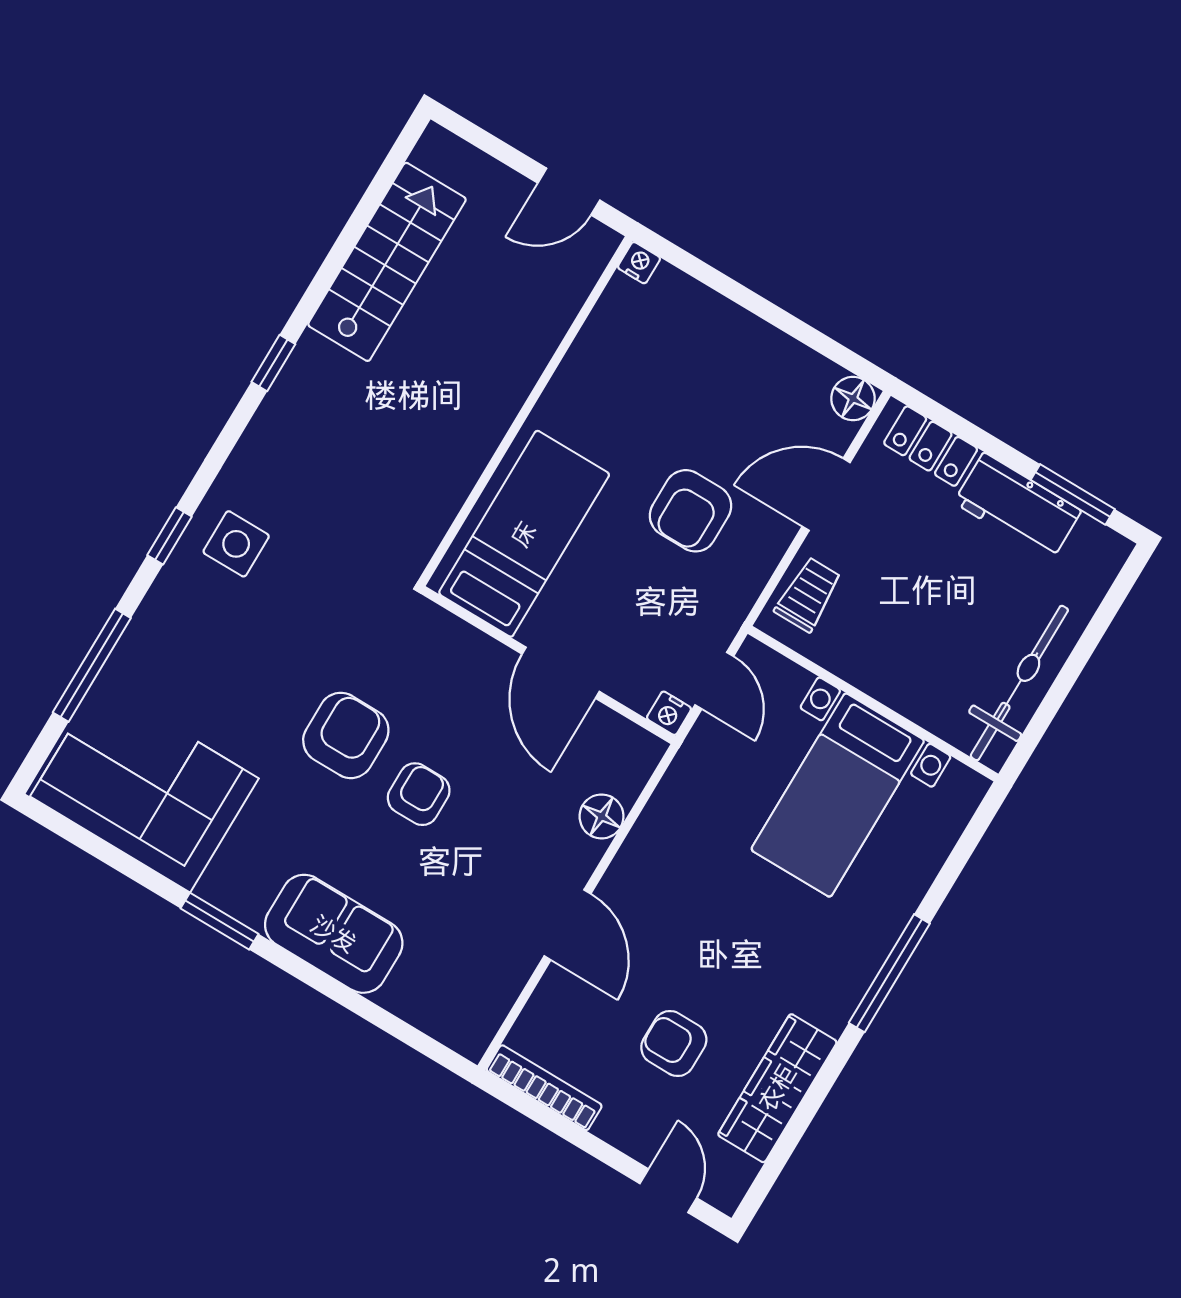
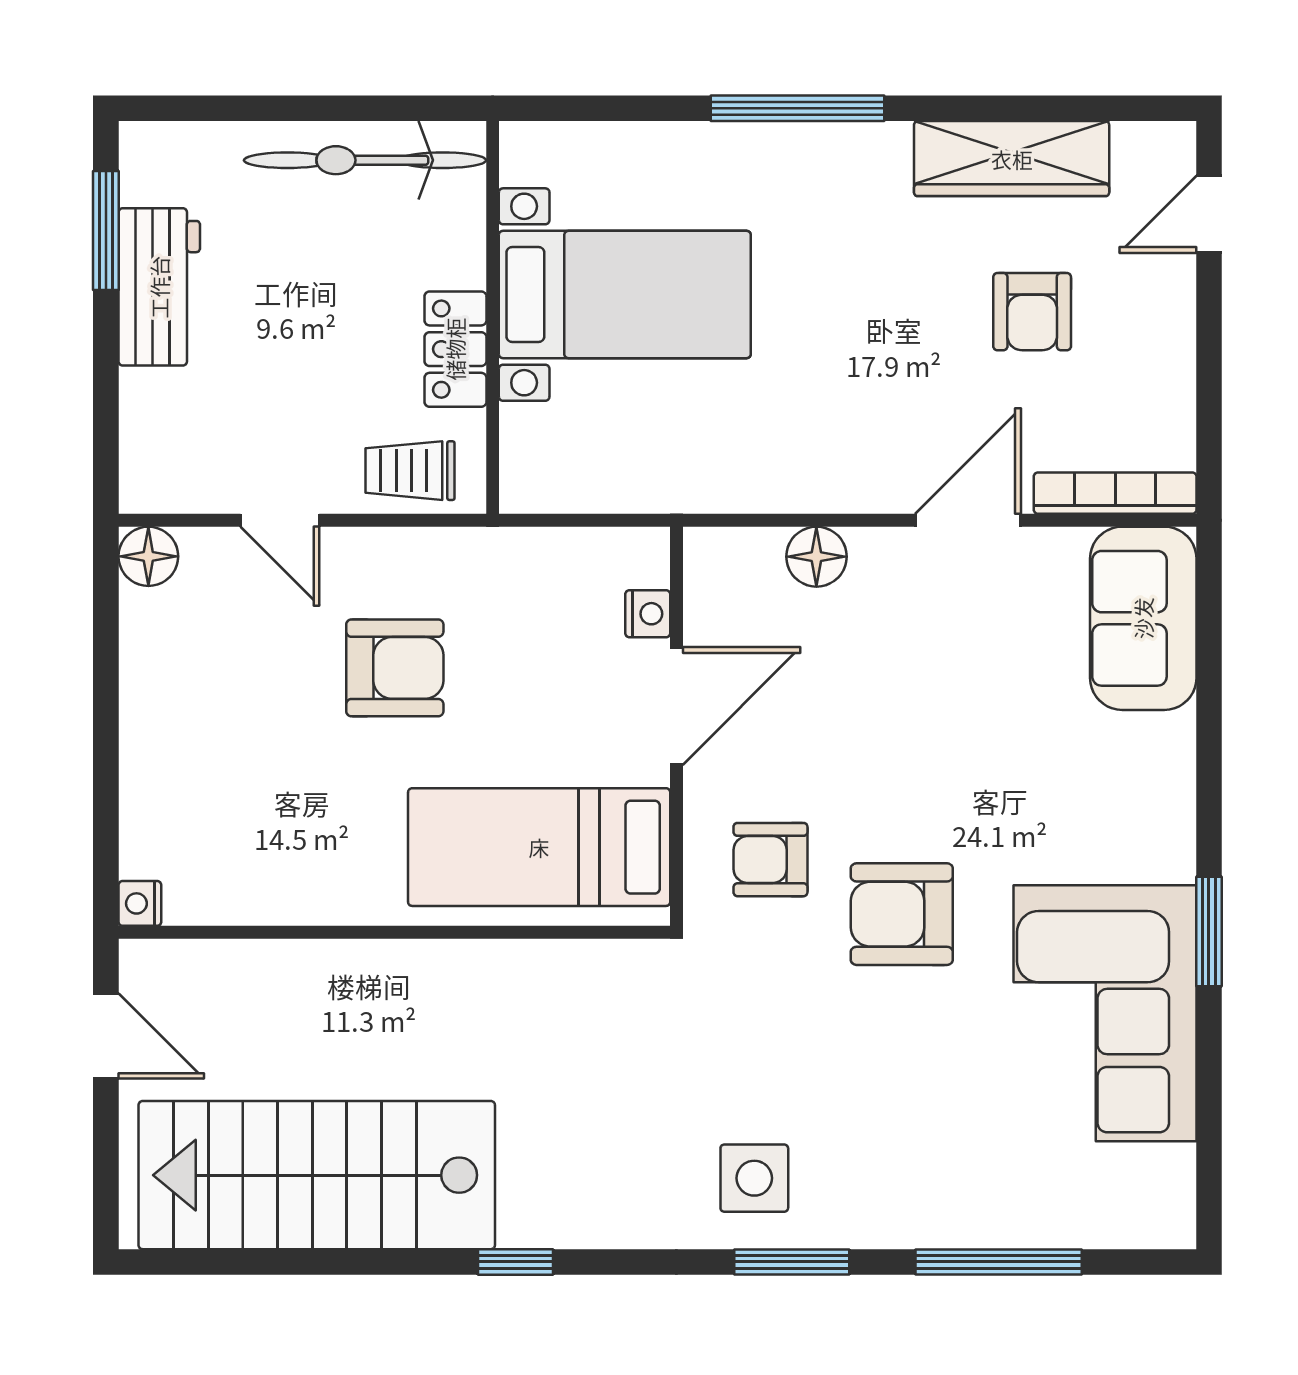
stairs: (387, 262) -> (317, 1175), width x1.36, depth x1.51
locker: (931, 446) -> (455, 349), moved, turned 180
door: (826, 494) -> (280, 520), width x0.73
window: (170, 536) -> (792, 1262), width x1.50
door: (714, 681) -> (577, 520), removed
nightstand: (669, 713) -> (648, 614), moved
corner sofa: (144, 787) -> (1105, 1013), moved
armchair: (419, 794) -> (770, 860), moved
sofa: (334, 934) -> (1143, 618), moved
bookcase: (544, 1088) -> (1115, 493), moved, turned 90

